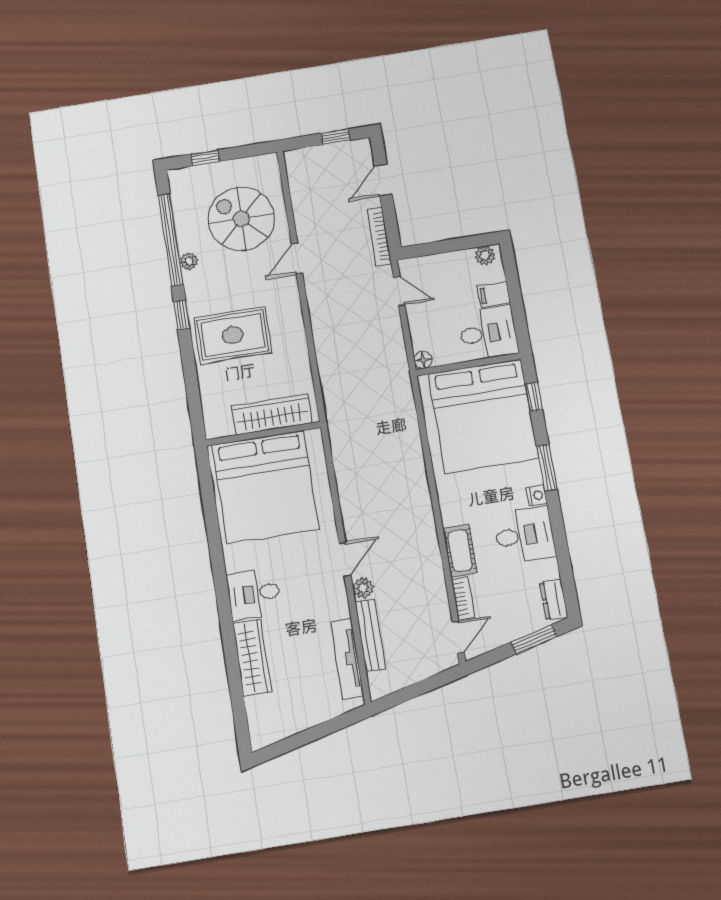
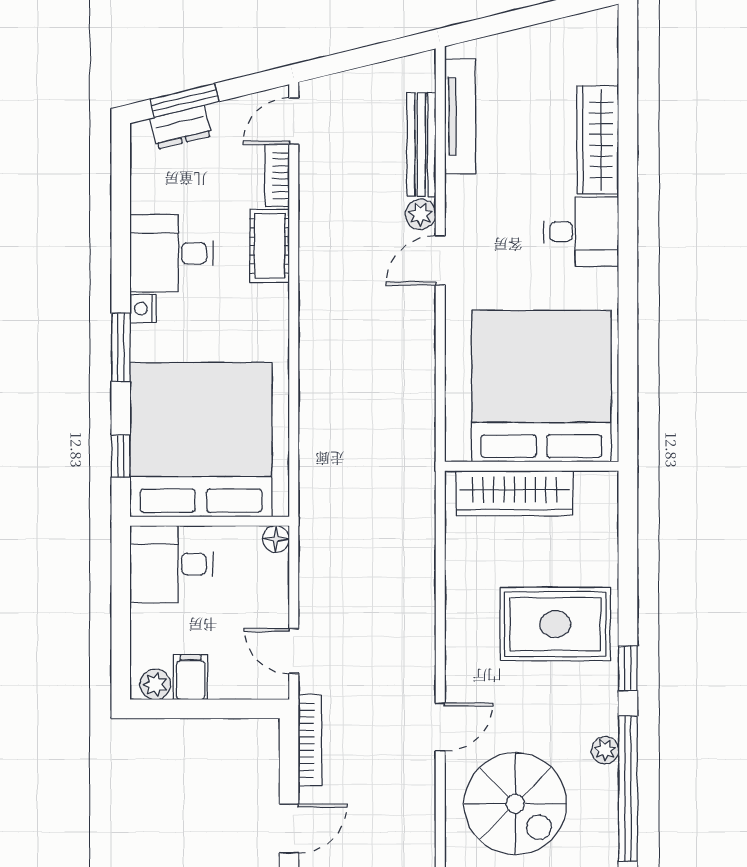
filing cabinet: (494, 294) -> (191, 677), moved, turned -90
dresser: (554, 600) -> (181, 127), moved, turned 76

